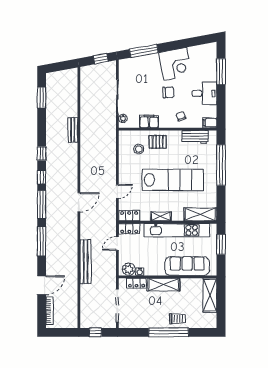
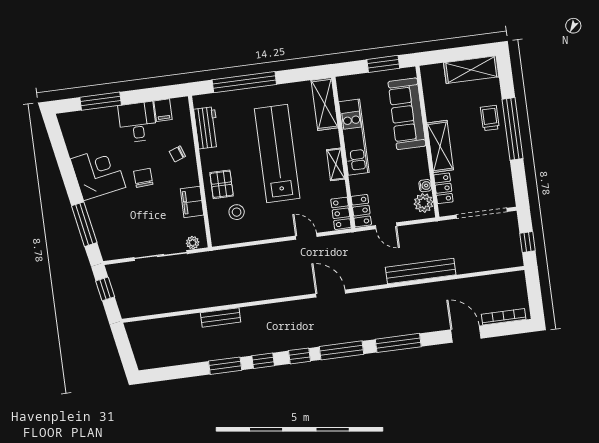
window: (42, 98) -> (225, 366), moved
filing cabinet: (210, 123) -> (163, 110), moved
kitchen unit: (177, 230) -> (354, 137), width x0.73
window: (221, 244) -> (383, 64), moved
shelving: (210, 295) -> (471, 70), moved

